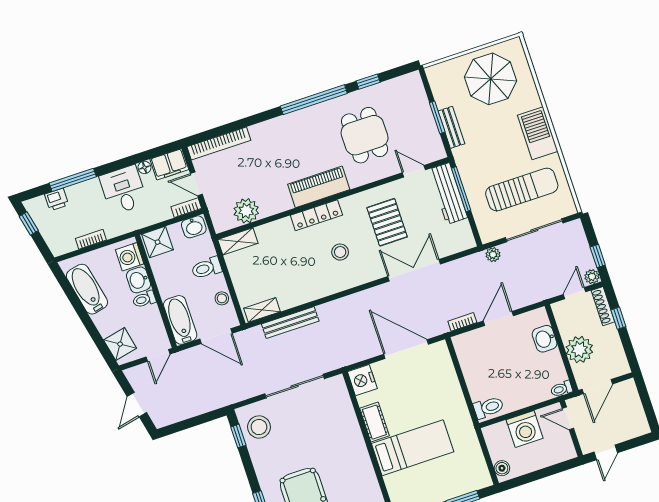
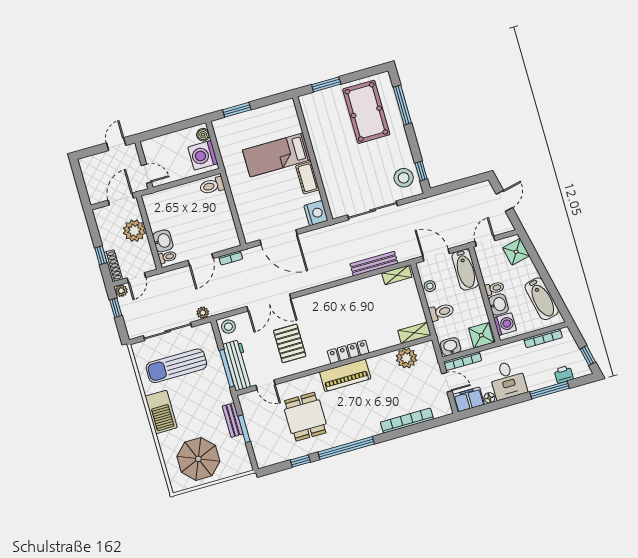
bookcase: (219, 144) -> (407, 421), moved
bookcase: (186, 208) -> (463, 361), width x1.56
bookcase: (91, 239) -> (543, 338), width x1.56
stool: (340, 252) -> (228, 327), moved
toilet: (561, 389) -> (167, 257), moved
washing machine: (525, 429) -> (203, 155), moved, turned -90

